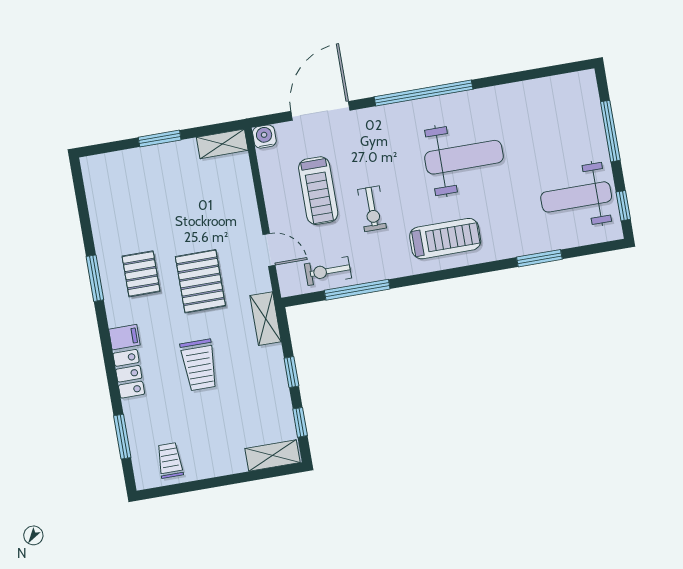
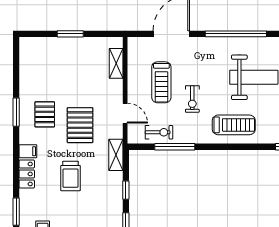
water cooler: (264, 137) -> (134, 44), removed
shelving: (222, 144) -> (116, 63), moved, turned 90
exercise bike: (328, 271) -> (159, 132), turned 180

